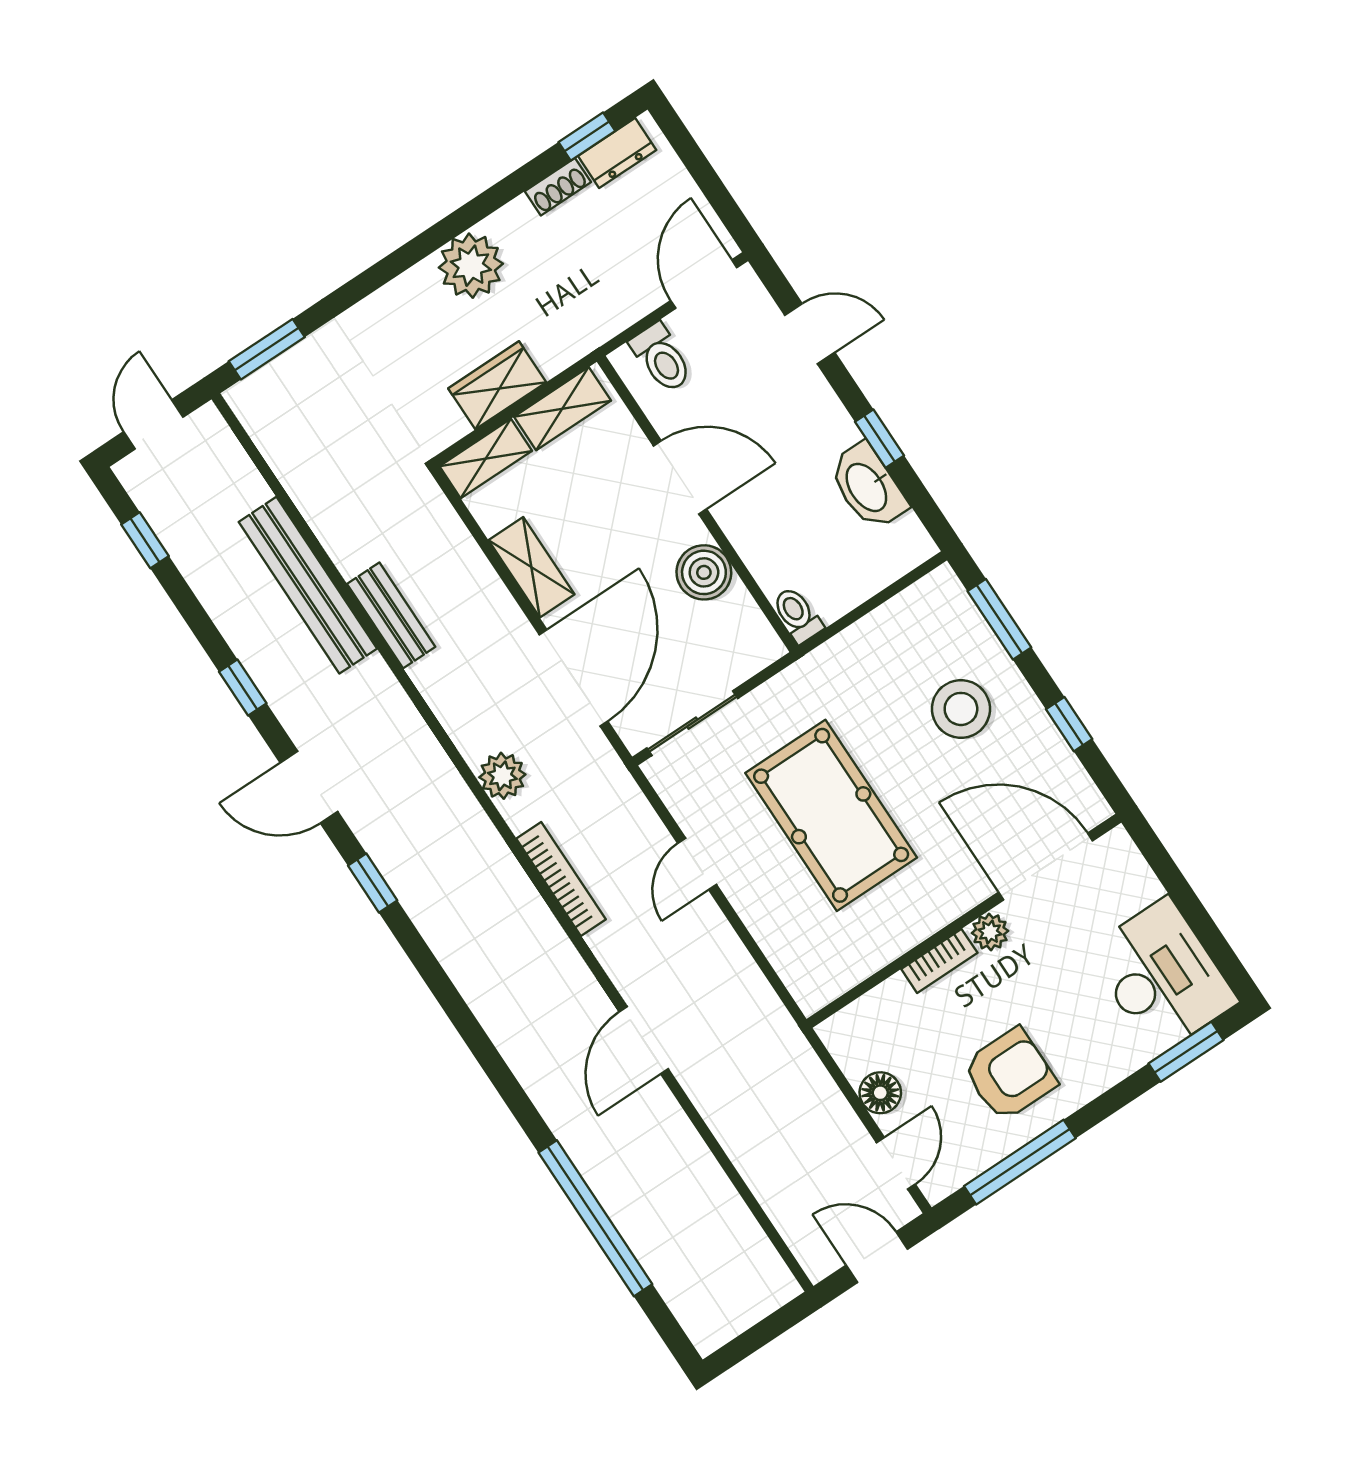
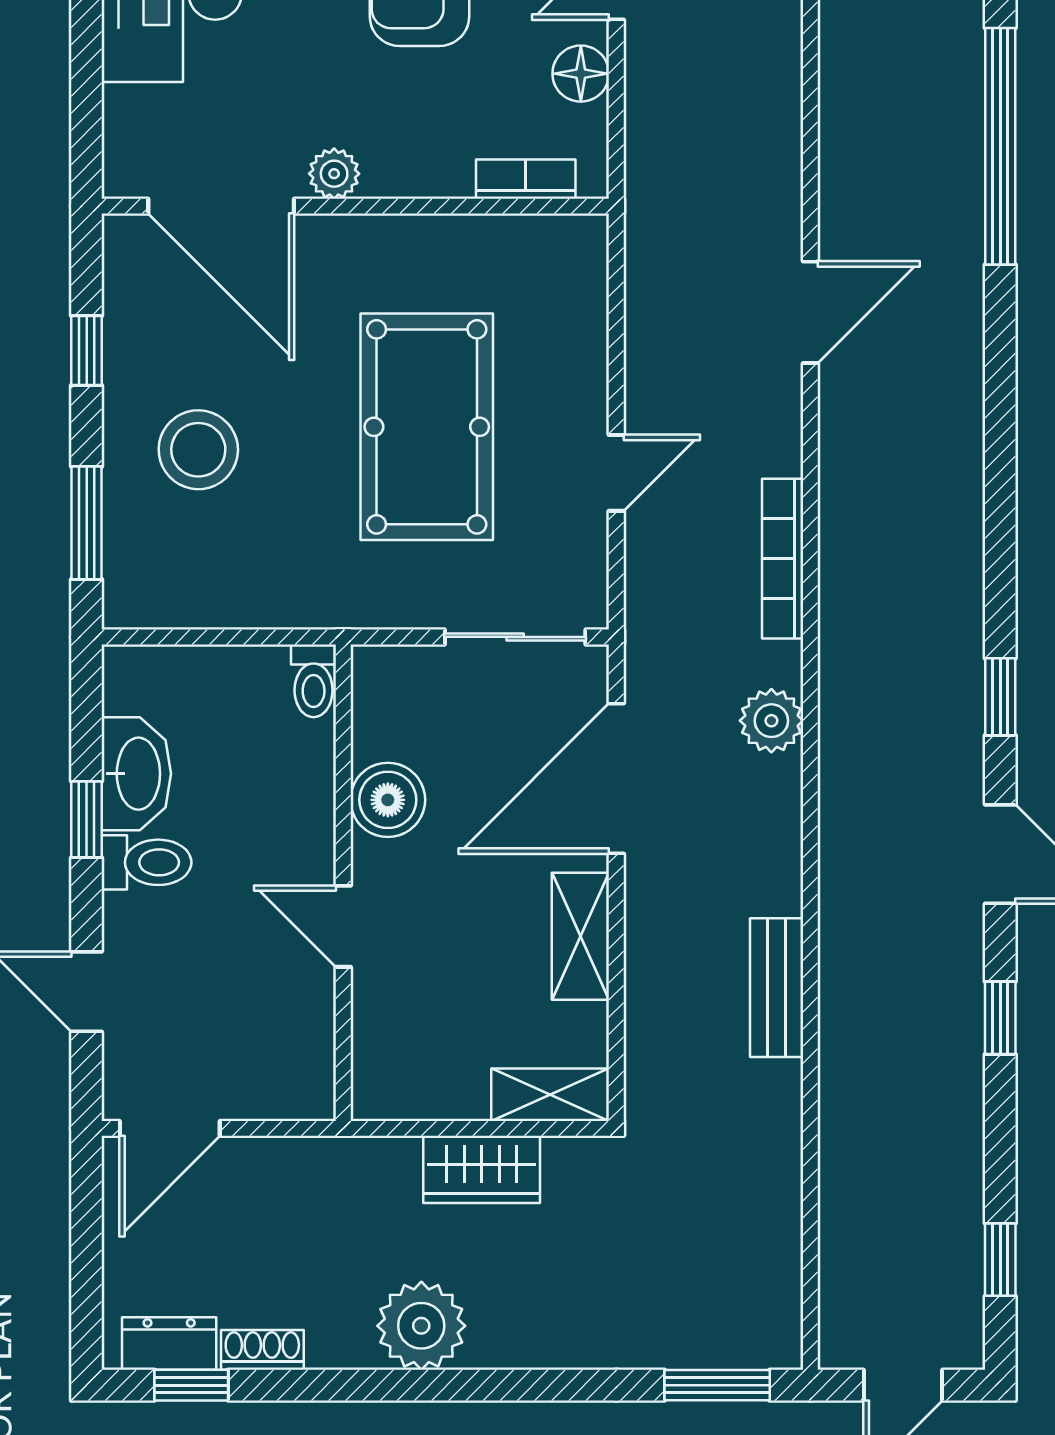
toilet: (661, 358) -> (147, 862), moved, turned 90
shelving: (562, 409) -> (425, 1093), removed
door: (680, 477) -> (343, 926), width x0.73
bench: (308, 585) -> (849, 1085), removed
bookcase: (939, 961) -> (526, 179), moved

